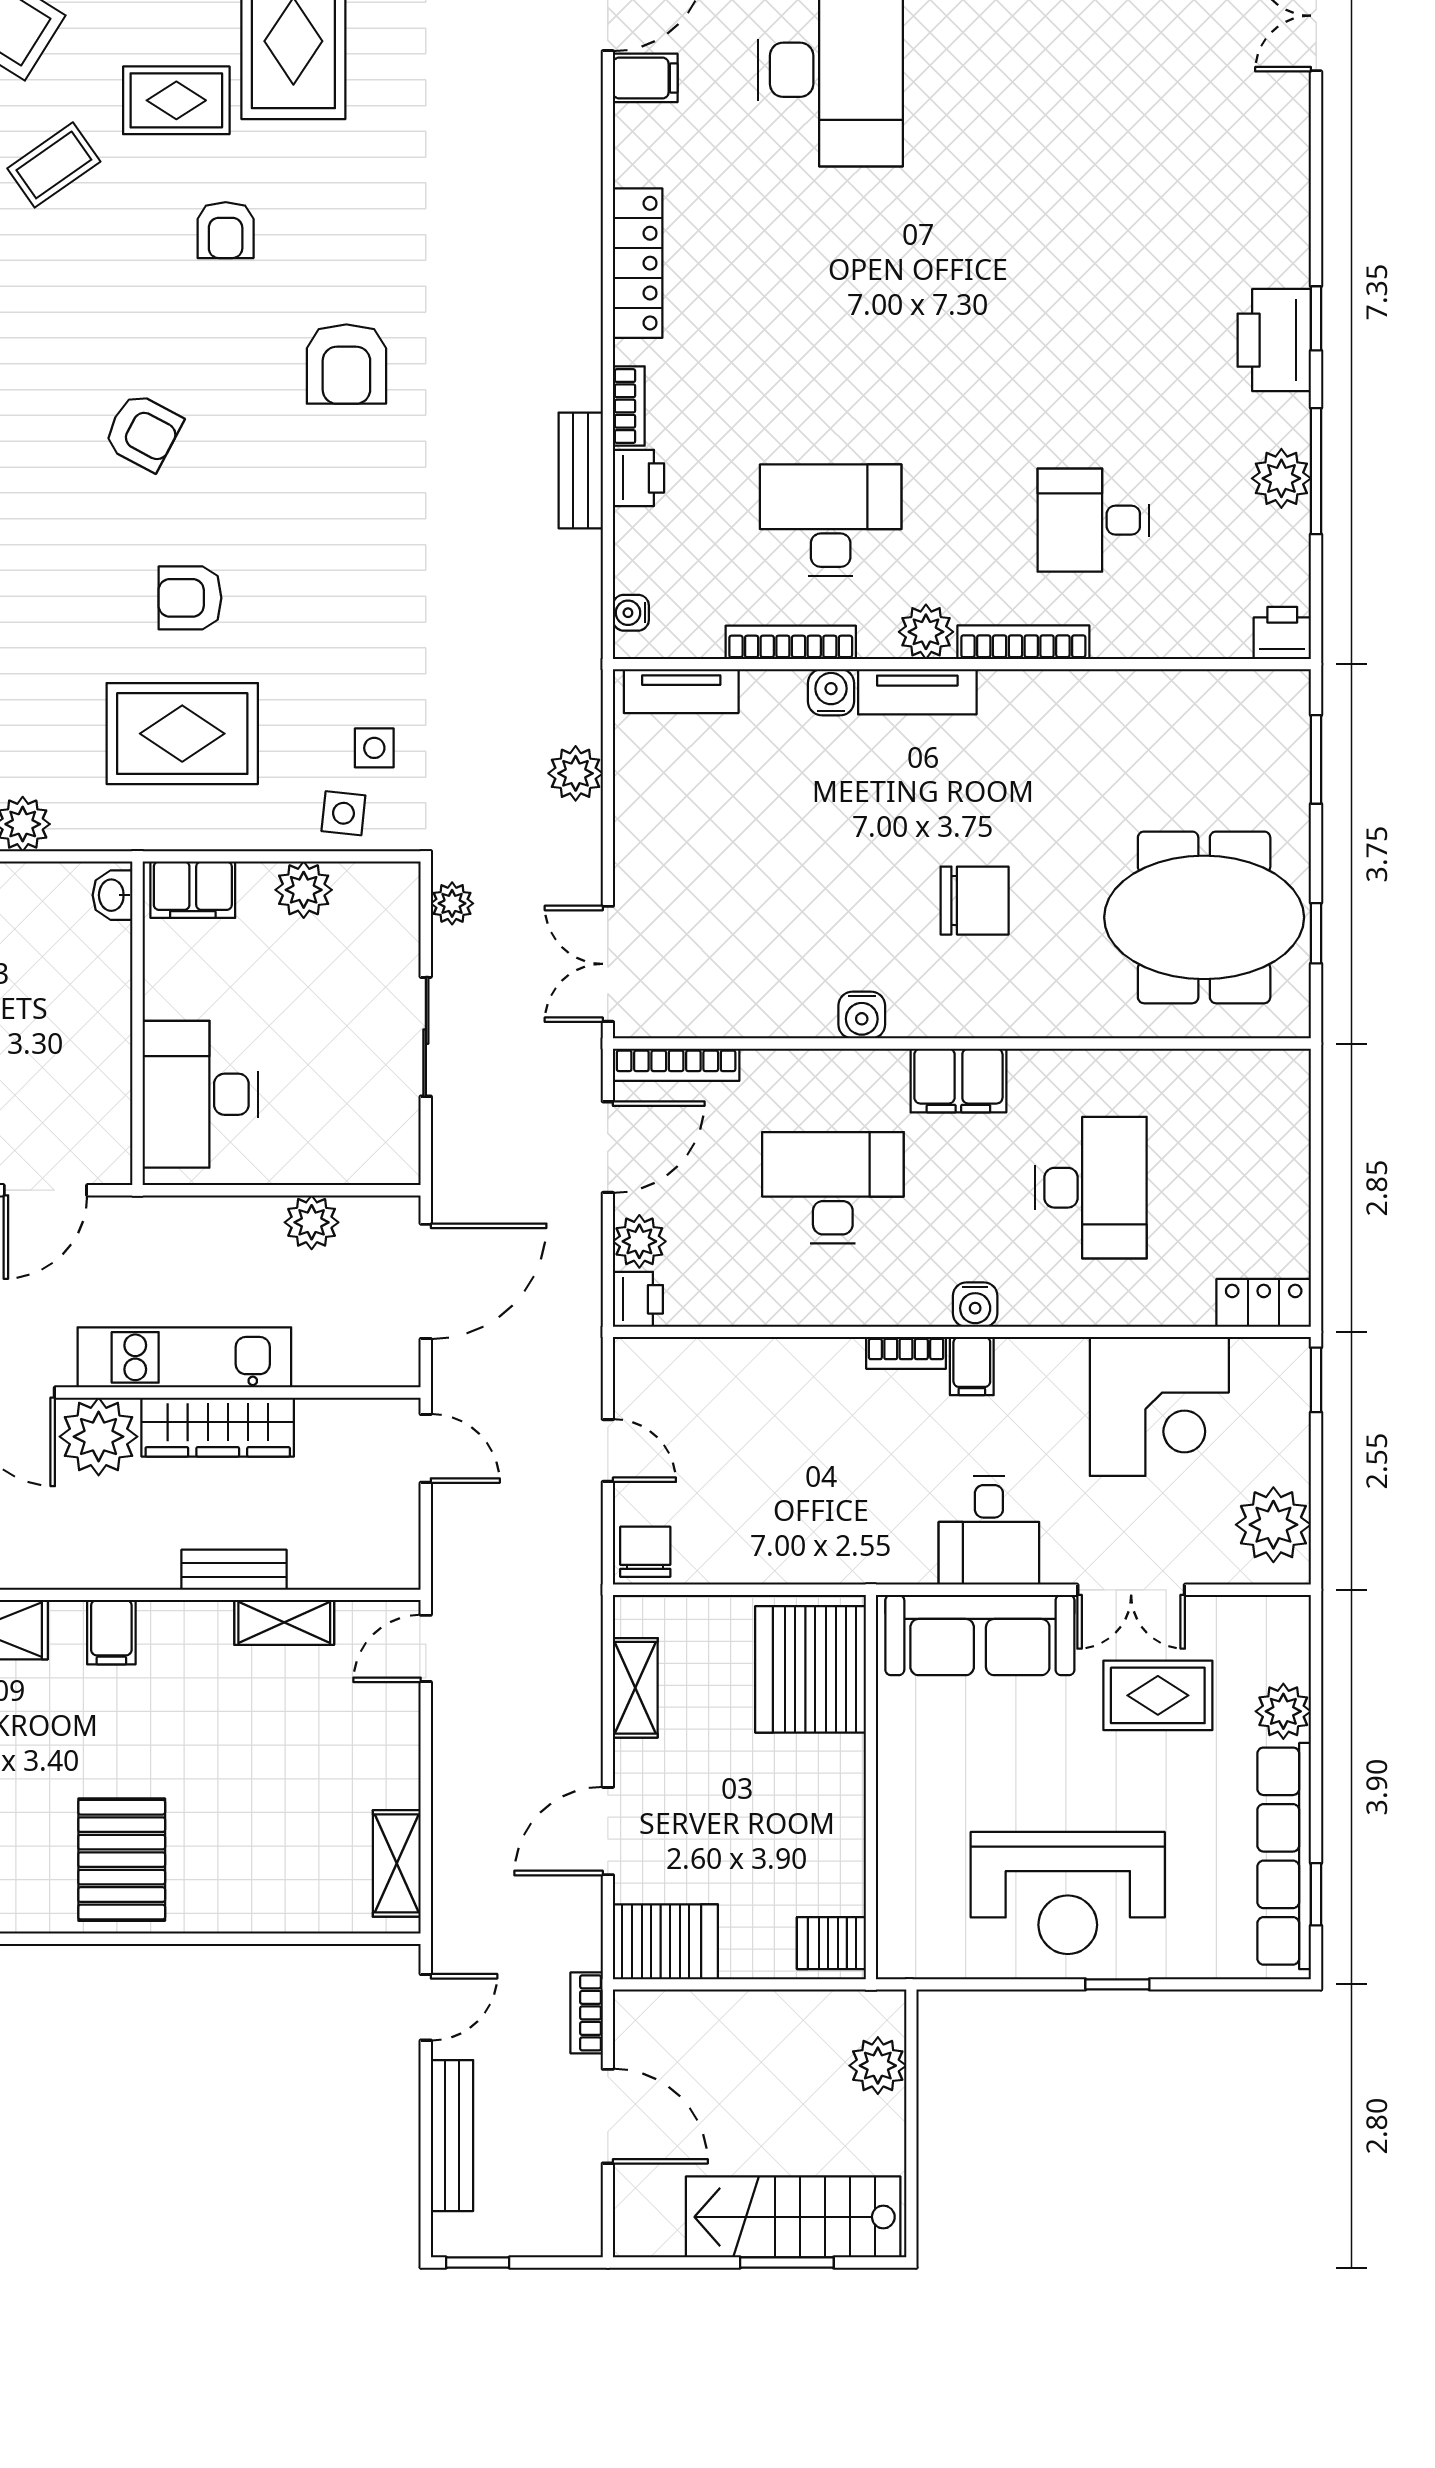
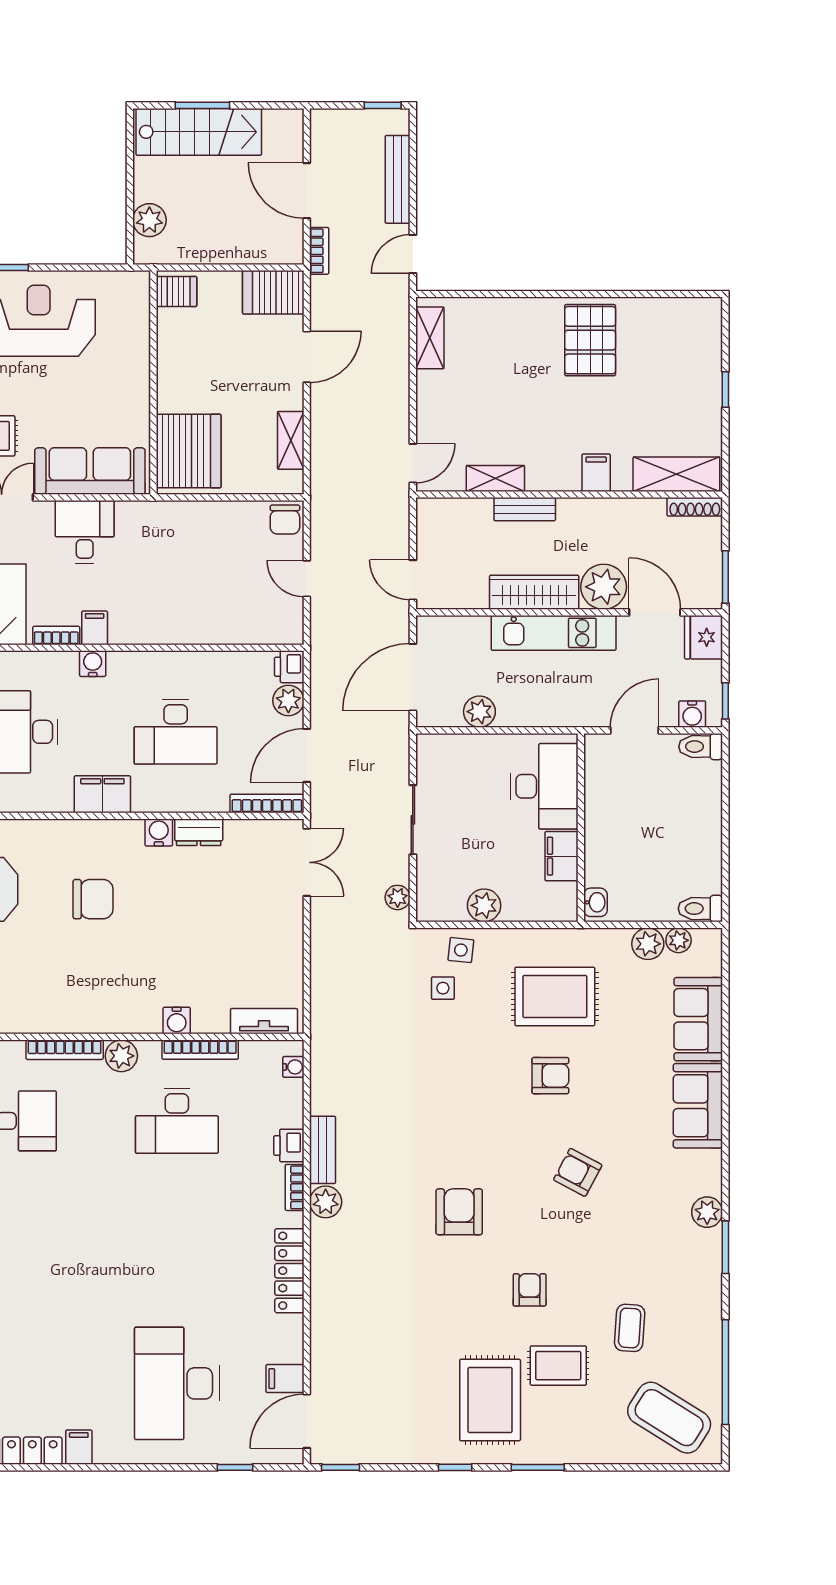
coffee table: (54, 165) -> (630, 1328), turned -51
tv unit: (917, 692) -> (126, 1021), removed
plant: (576, 773) -> (326, 1202), moved
filing cabinet: (193, 890) -> (562, 856), moved, turned -90
chair: (975, 901) -> (93, 899), turned 180
dresser: (793, 1015) -> (199, 832), added
bookcase: (906, 1353) -> (56, 636), moved

